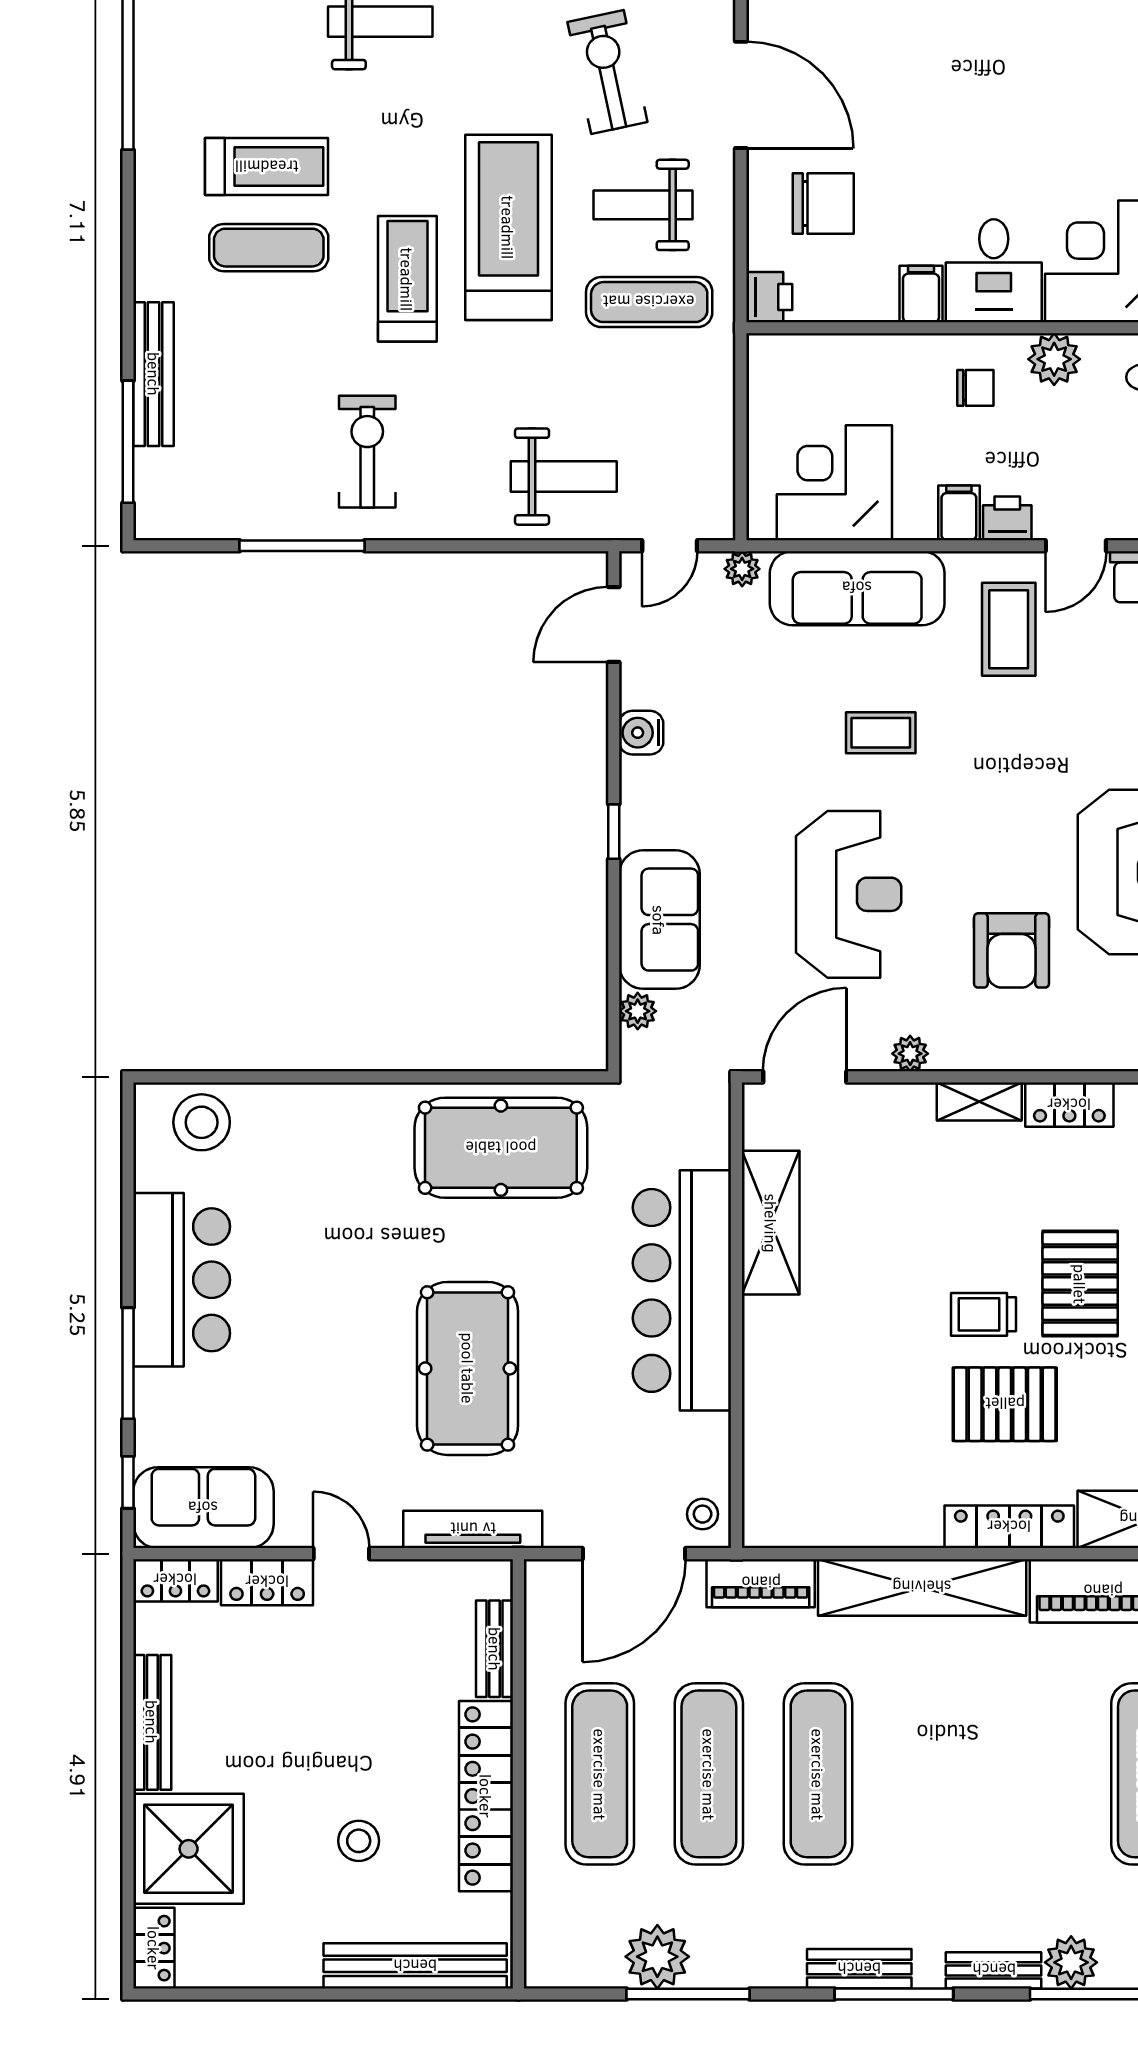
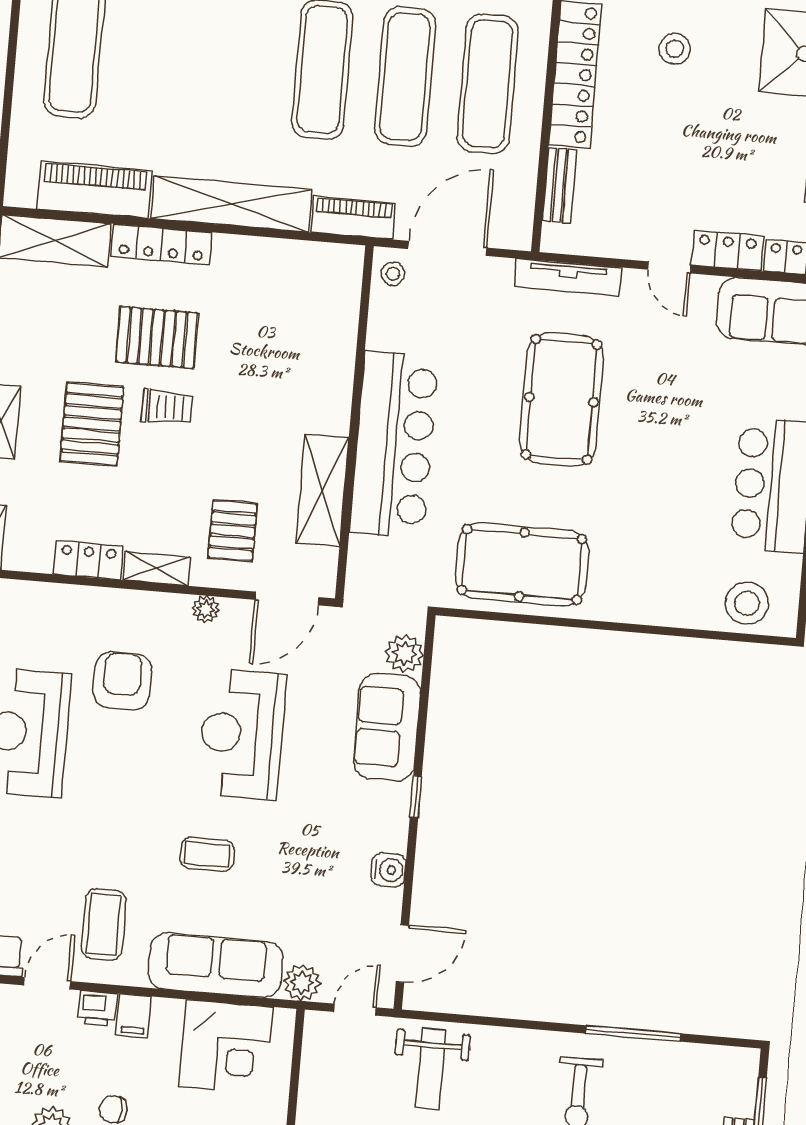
weight bench: (564, 477) -> (431, 1069), turned -90
plant: (742, 569) -> (302, 982), width x1.38, depth x1.38
plant: (638, 1011) -> (405, 653), width x1.38, depth x1.38
pallet: (884, 1160) -> (233, 531), added

